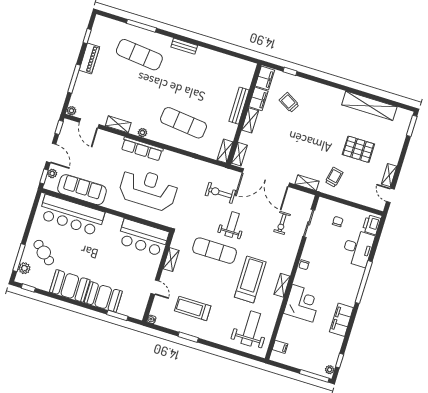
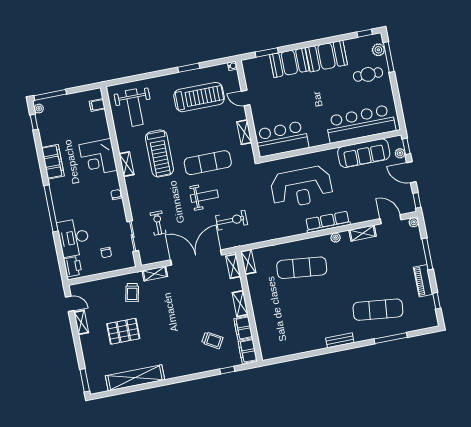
bench: (239, 106) -> (258, 312), removed
weight bench: (232, 225) -> (204, 196), turned -90
cafe table: (44, 253) -> (368, 74), turned -40
treadmill: (193, 308) -> (199, 97), width x1.37, depth x1.38

